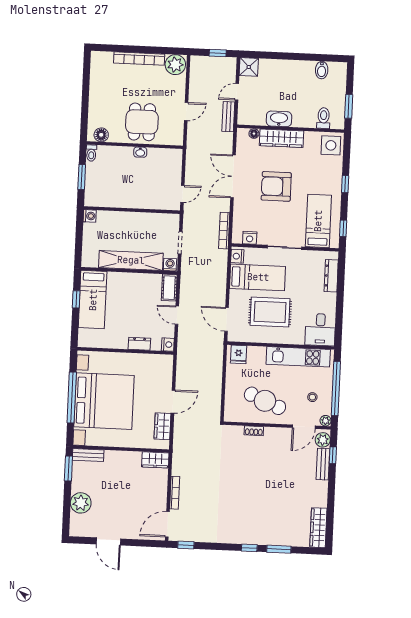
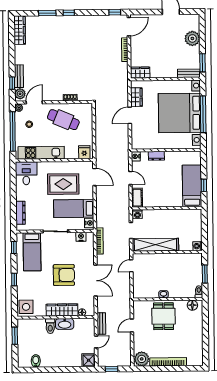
toilet: (324, 118) -> (50, 326), moved
shelving: (131, 260) -> (155, 245), moved

